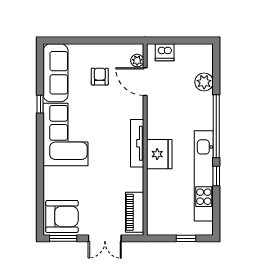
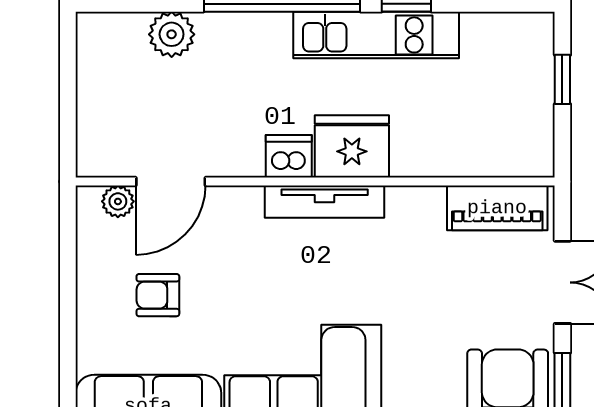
dishwasher: (165, 52) -> (289, 156), moved, turned -90
kitchen unit: (204, 176) -> (376, 35), width x0.73

